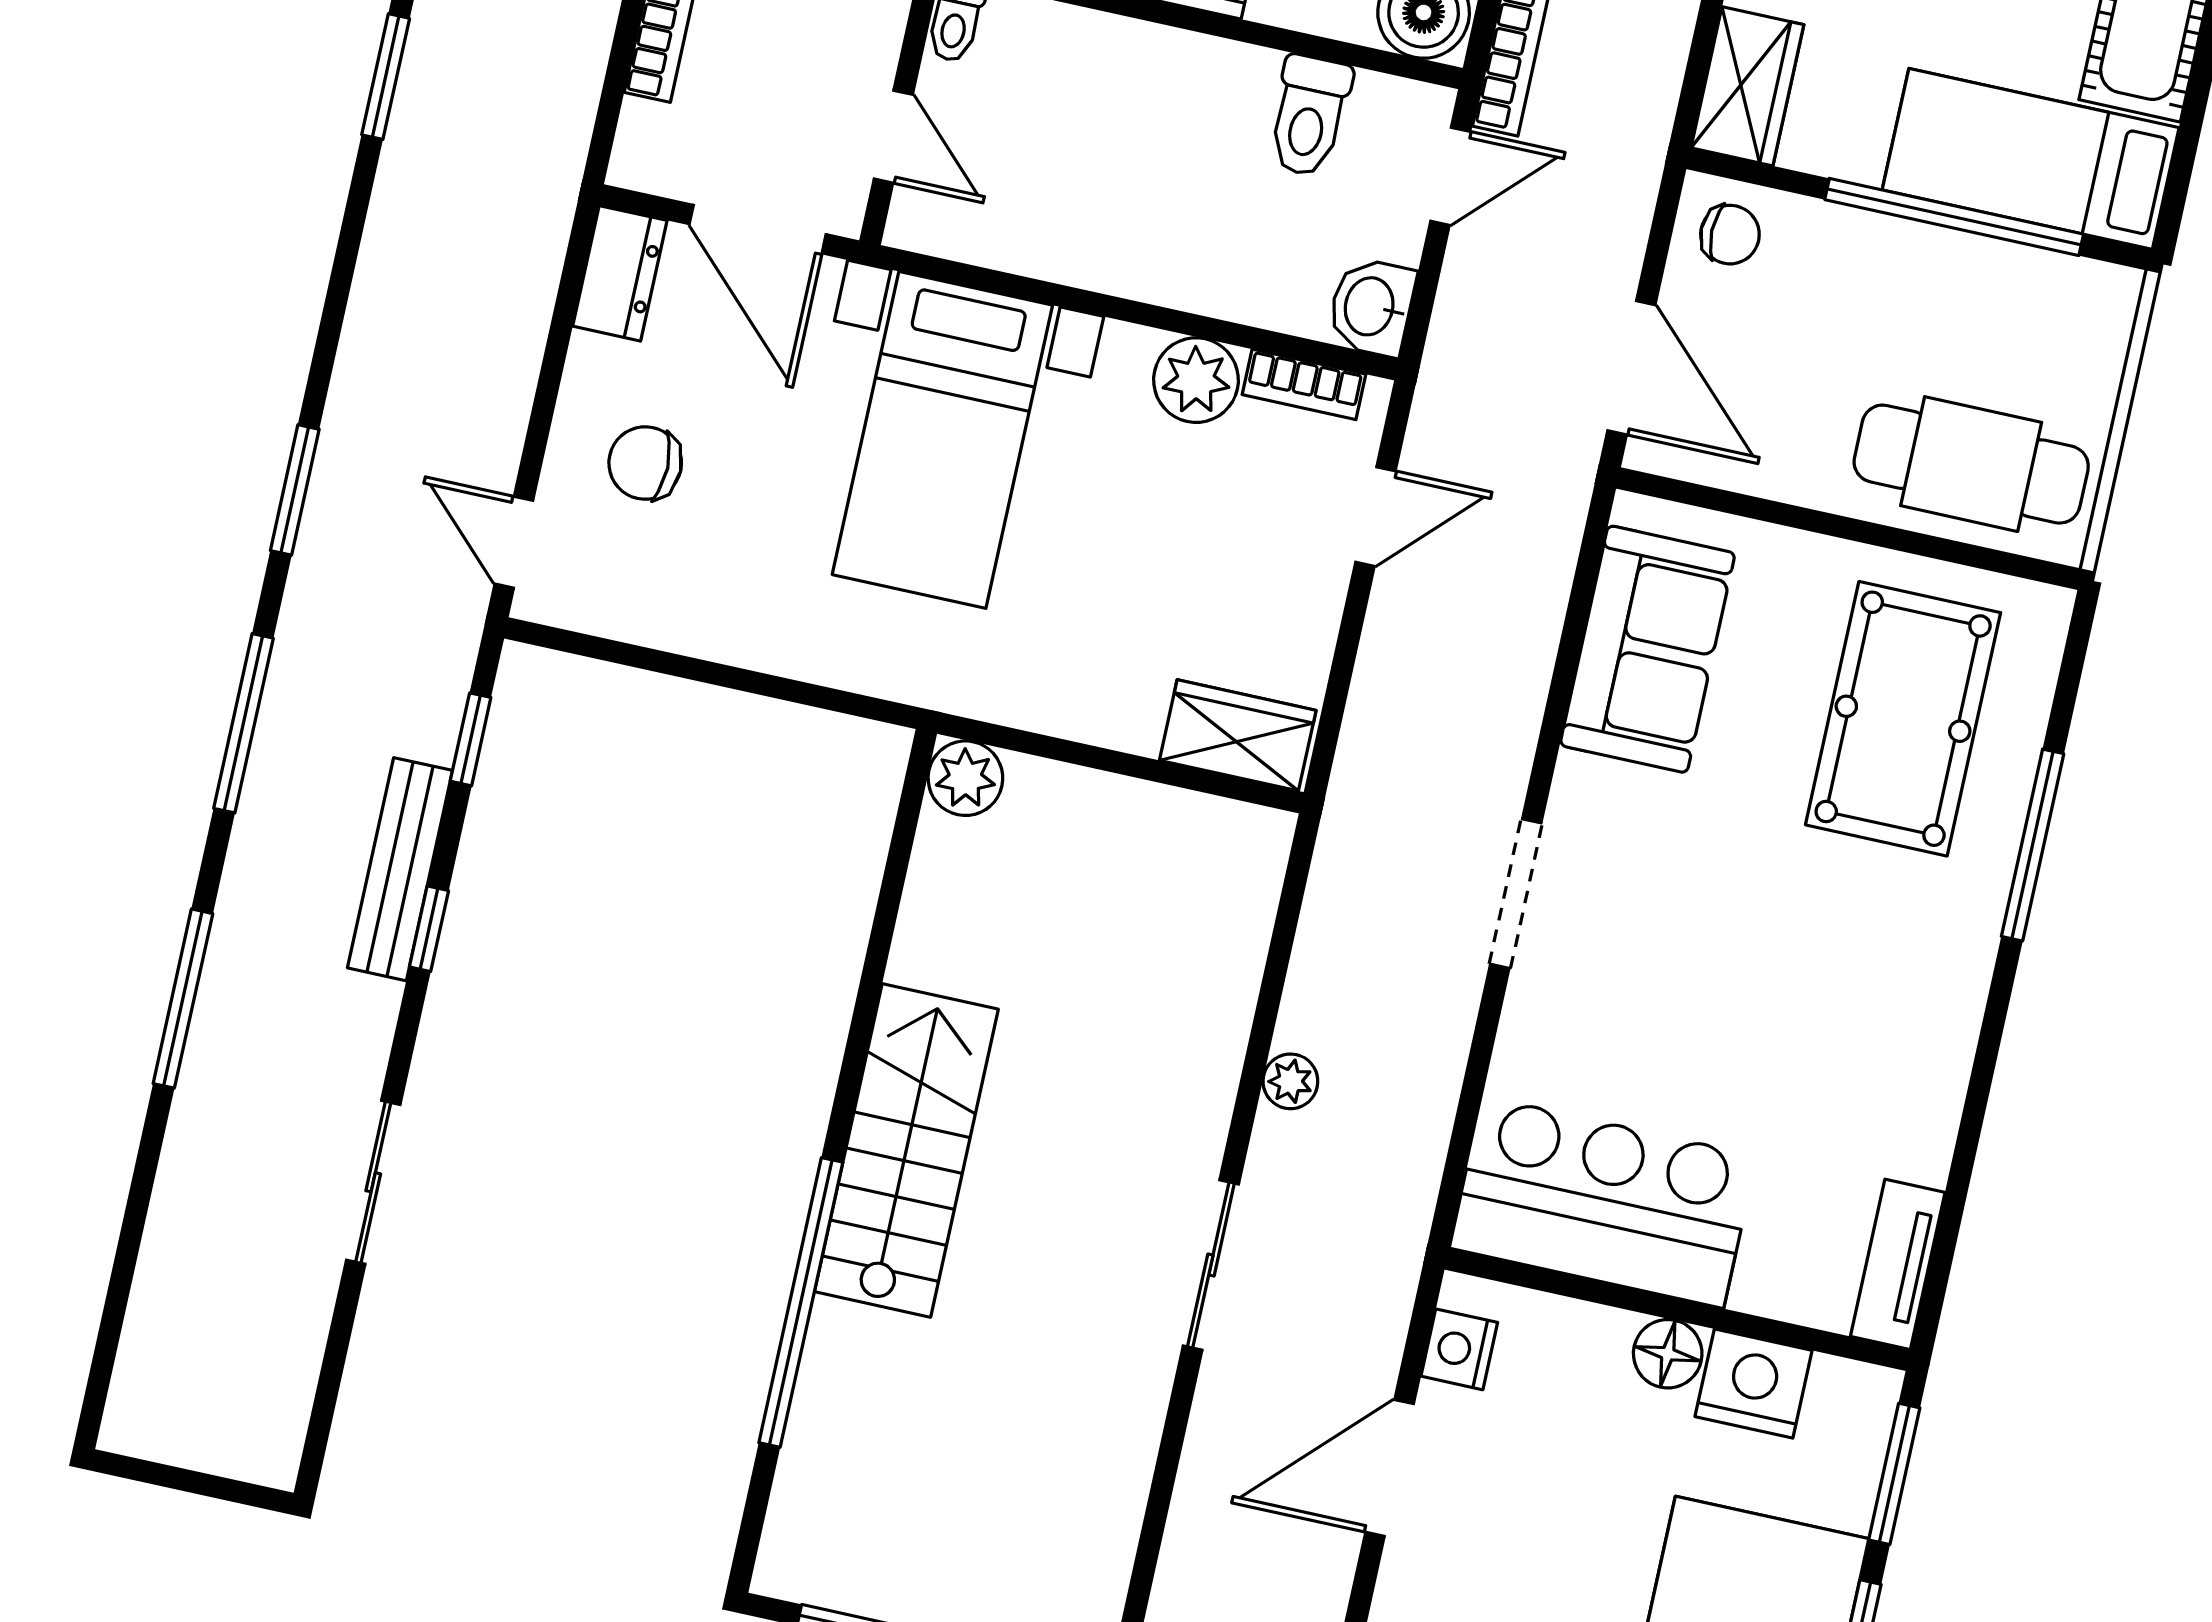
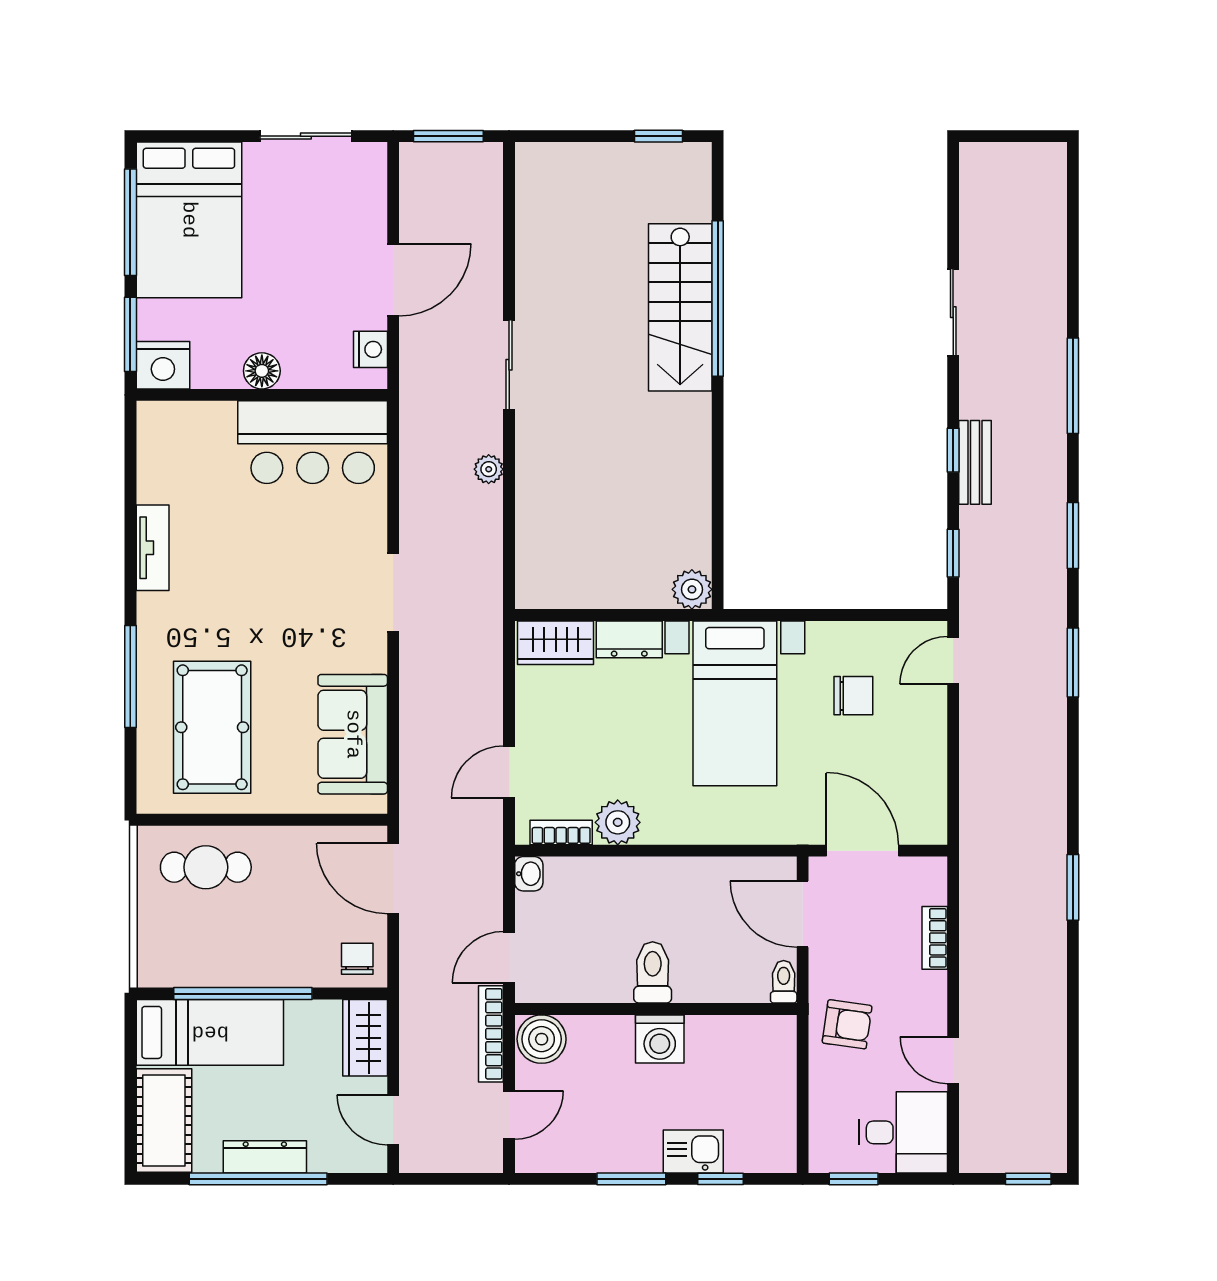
toilet: (1309, 116) -> (653, 972), moved
door: (893, 137) -> (803, 914), width x1.38
chair: (1730, 235) -> (357, 959), turned 90
dresser: (620, 273) -> (629, 639), moved, turned -90
washbasin: (1371, 307) -> (529, 874), width x0.72, depth x0.69
bed with nightstands: (942, 440) -> (735, 703), moved, turned 180
chair: (645, 463) -> (853, 696), moved
cafe table: (1971, 464) -> (206, 867), width x0.73, depth x0.74
door: (514, 542) -> (953, 660), swing flipped
window: (243, 723) -> (1073, 536), width x0.69
bench: (400, 869) -> (975, 462), width x0.73
stairs: (906, 1150) -> (680, 307), moved
tv unit: (1898, 1264) -> (153, 548), moved
nightstand: (1754, 1384) -> (163, 365), moved

